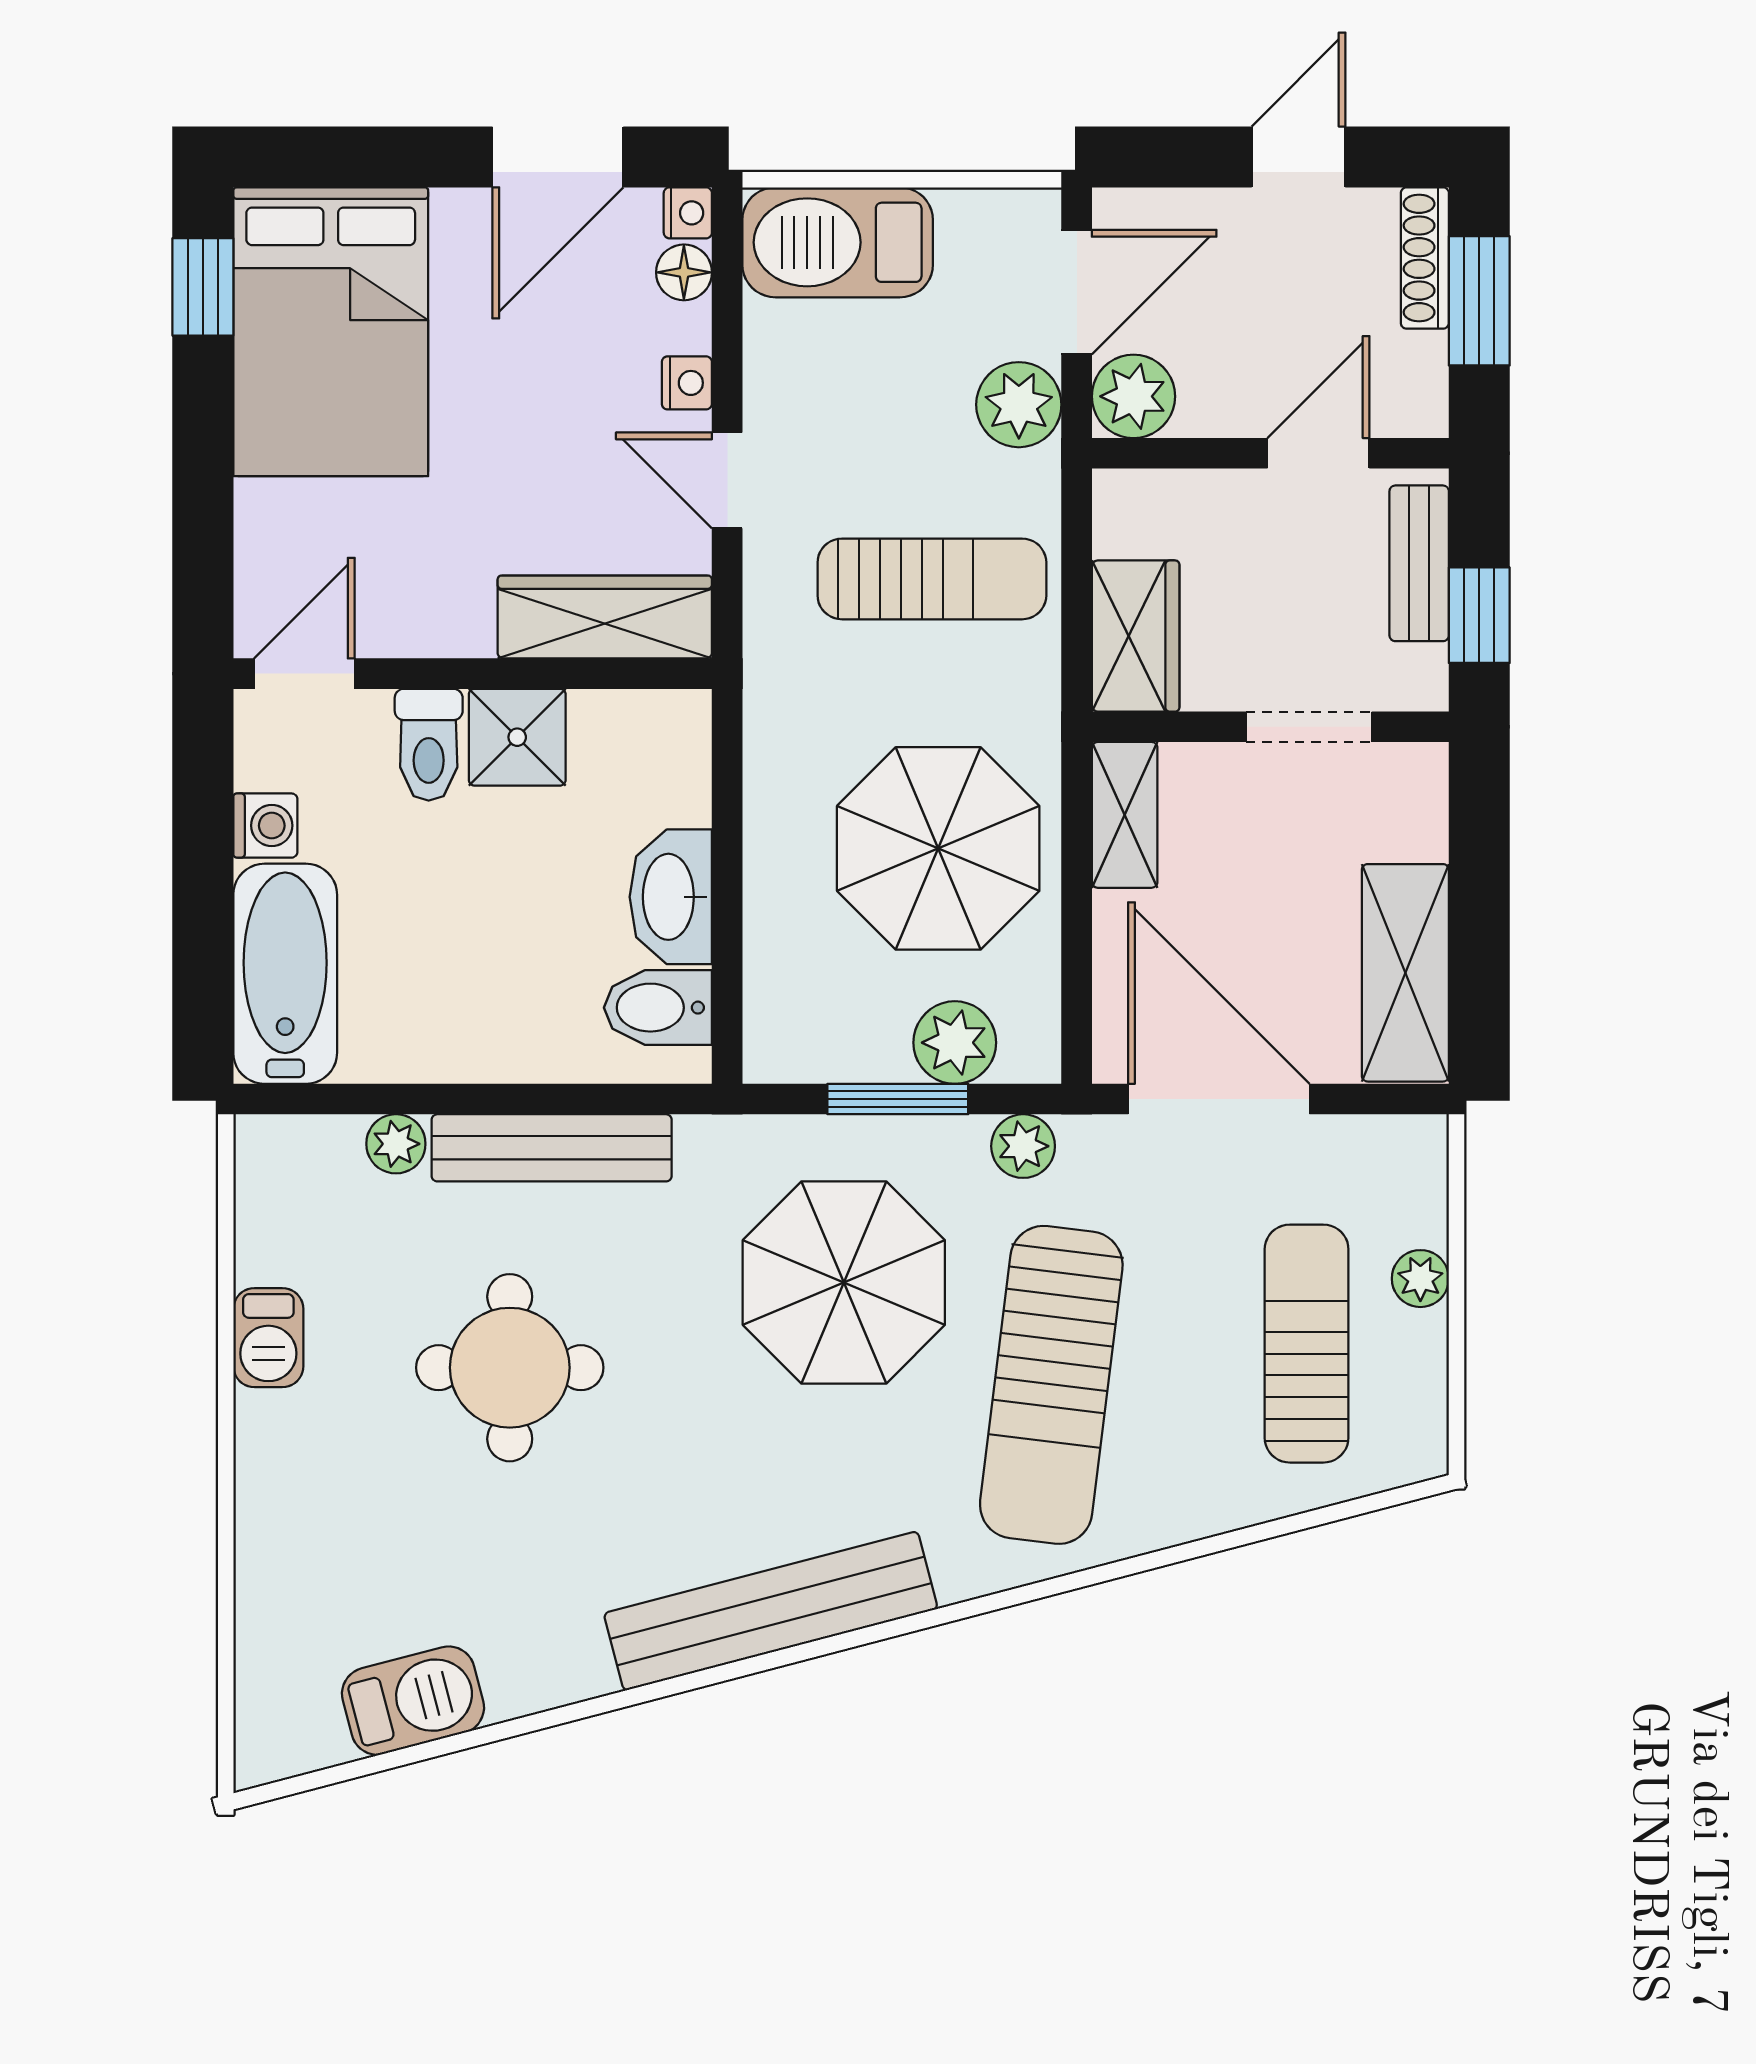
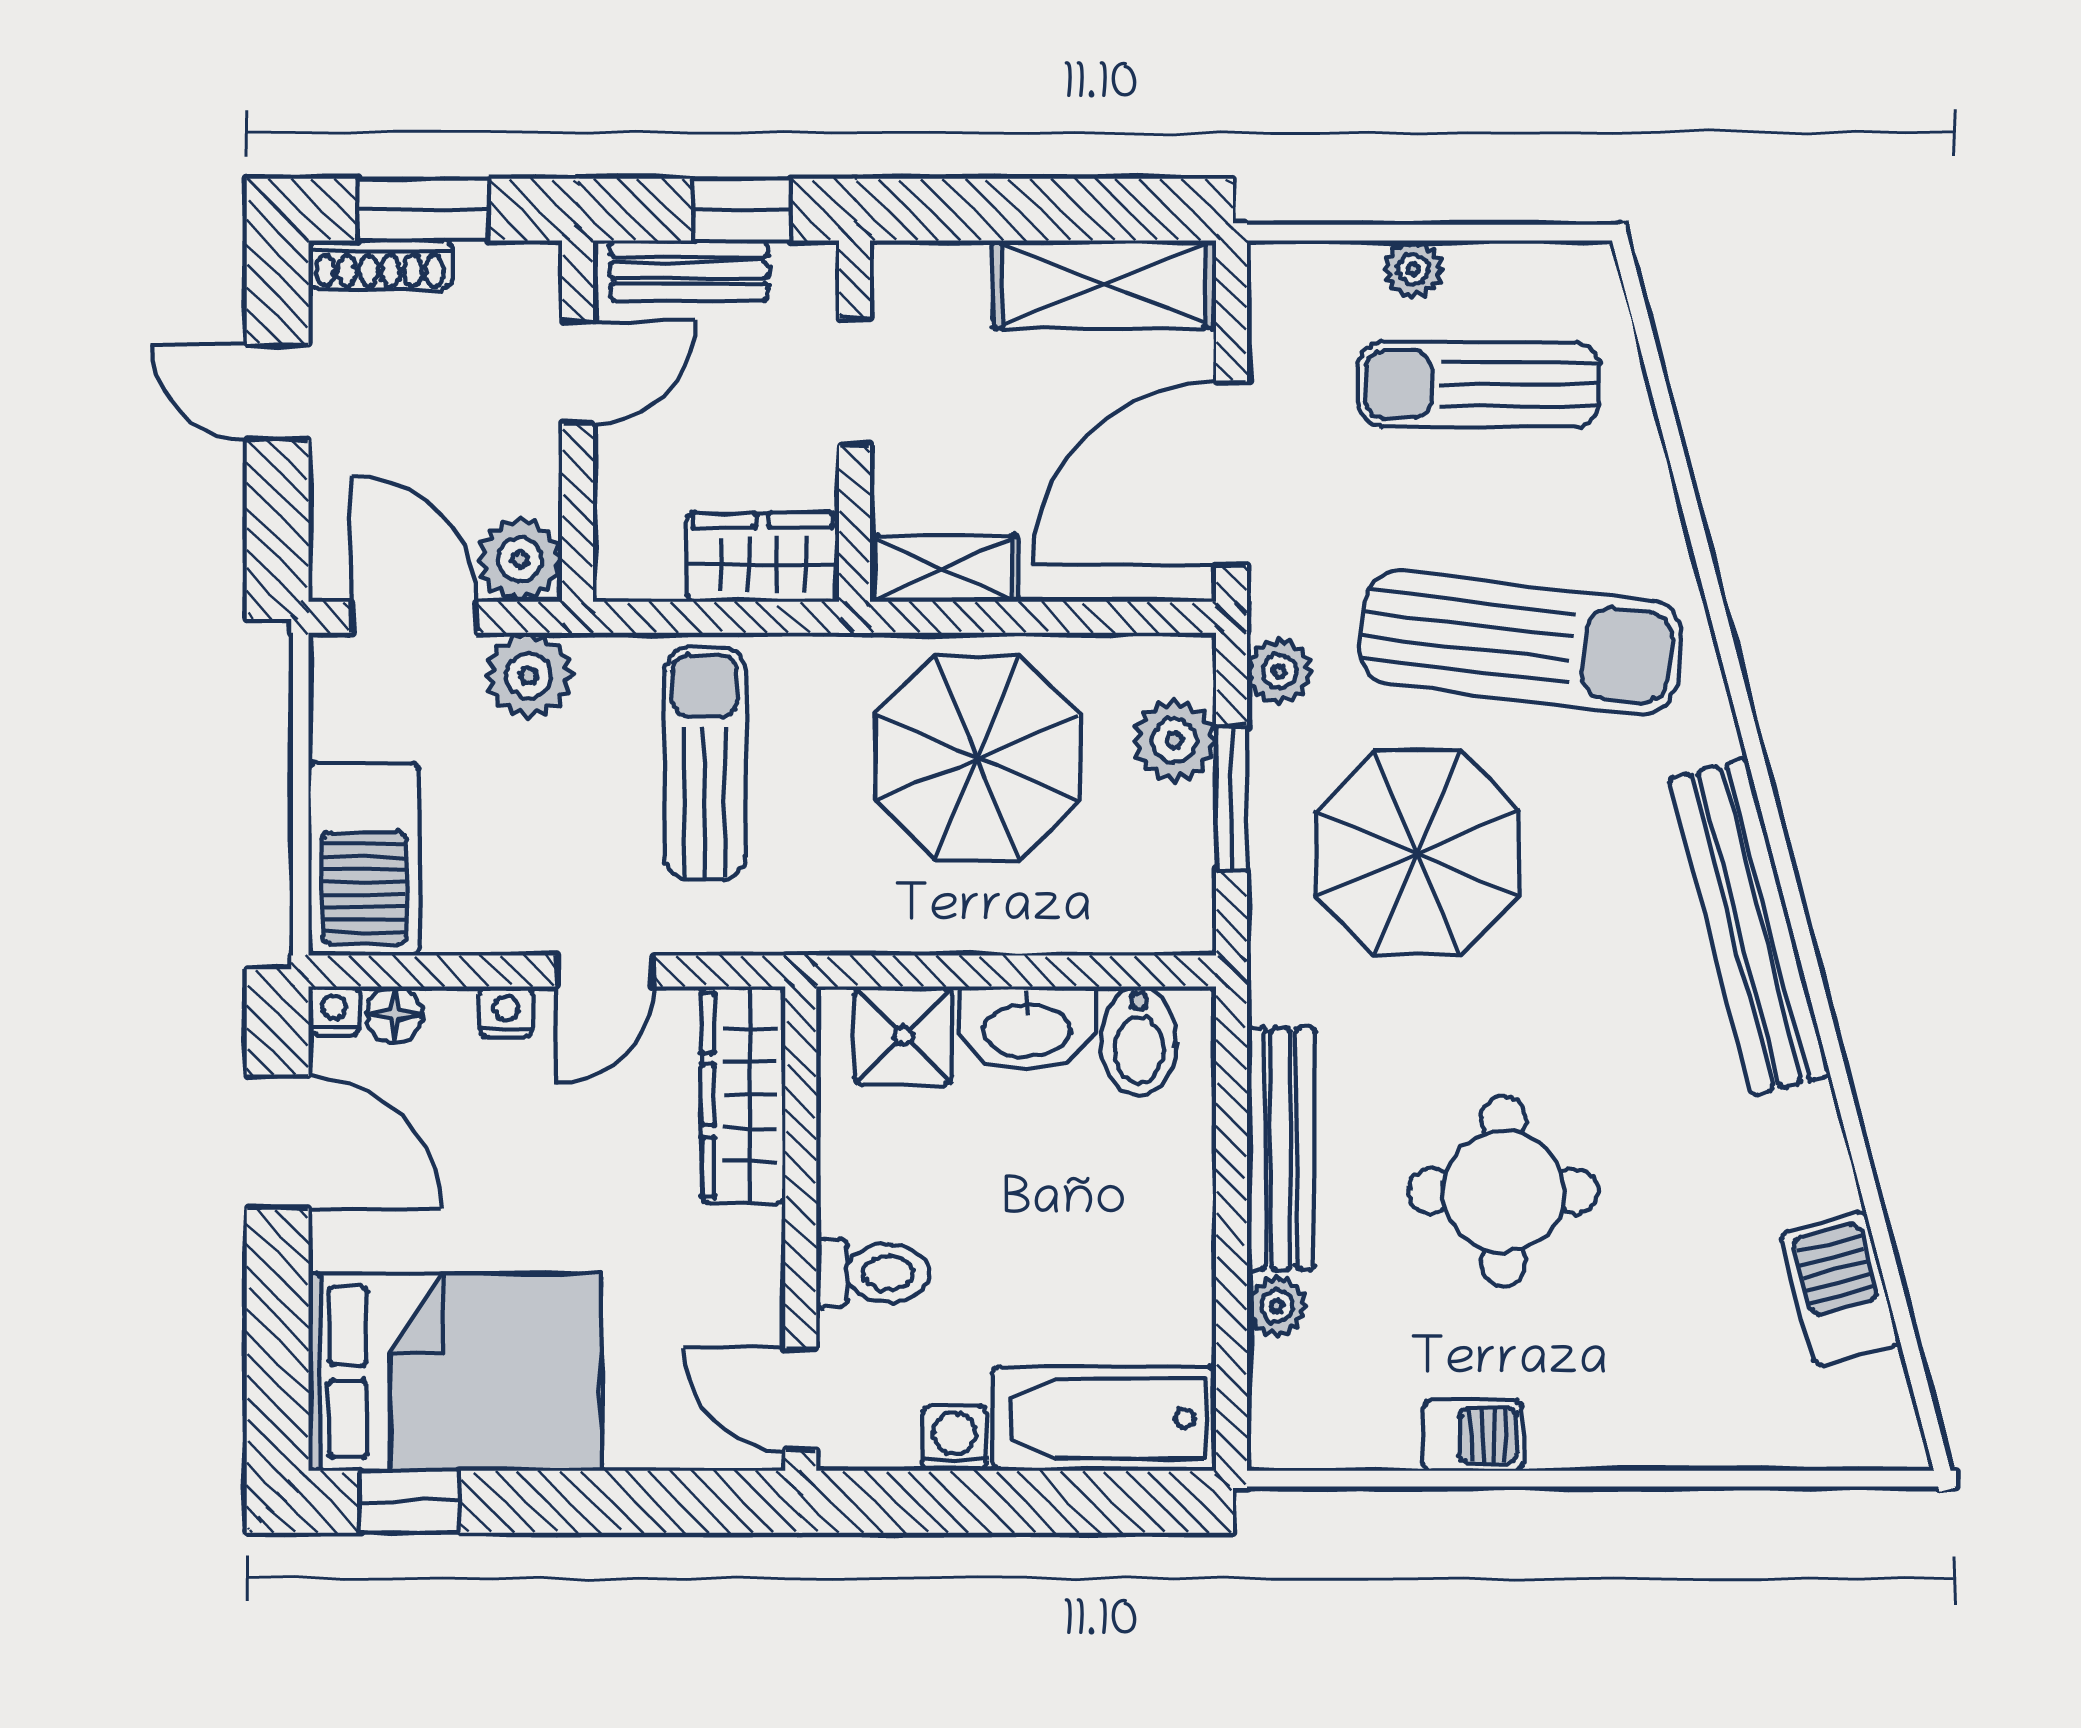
door: (1318, 453) -> (578, 372), swing flipped
shower: (517, 737) -> (903, 1035), moved

